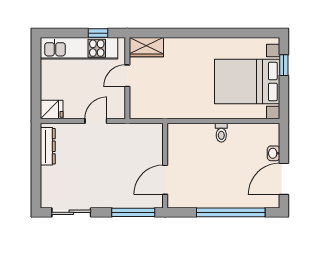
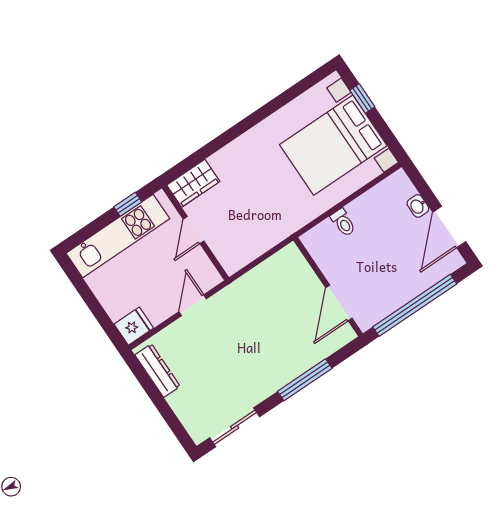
wall: (165, 166) -> (328, 287), moved
door: (165, 180) -> (339, 303), moved

